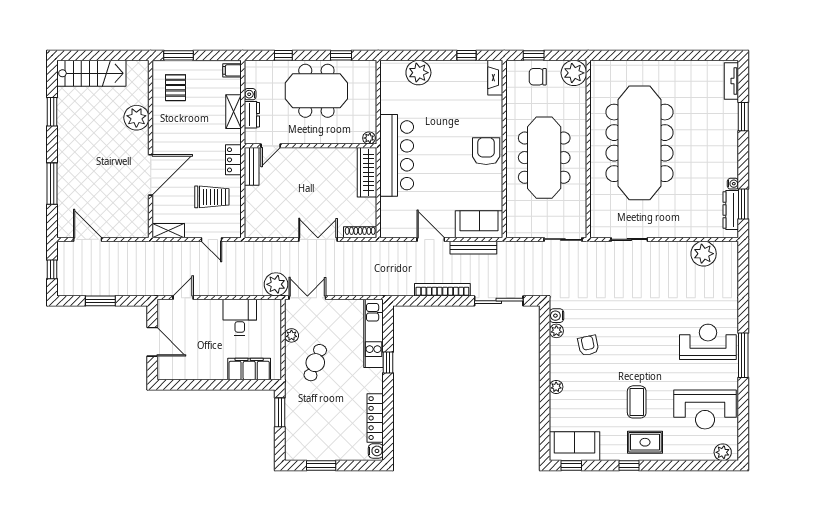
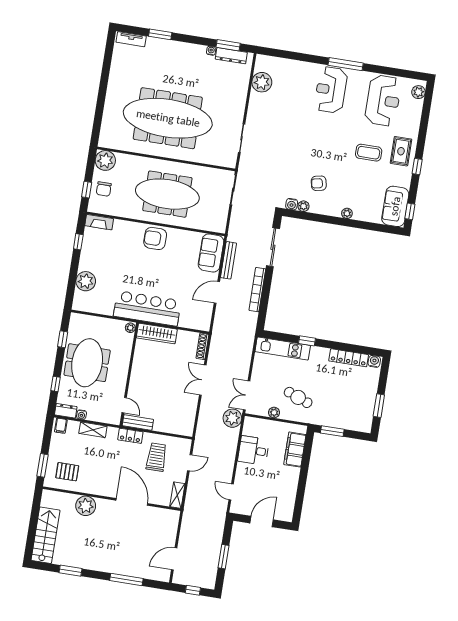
dresser: (252, 115) -> (66, 411), moved

